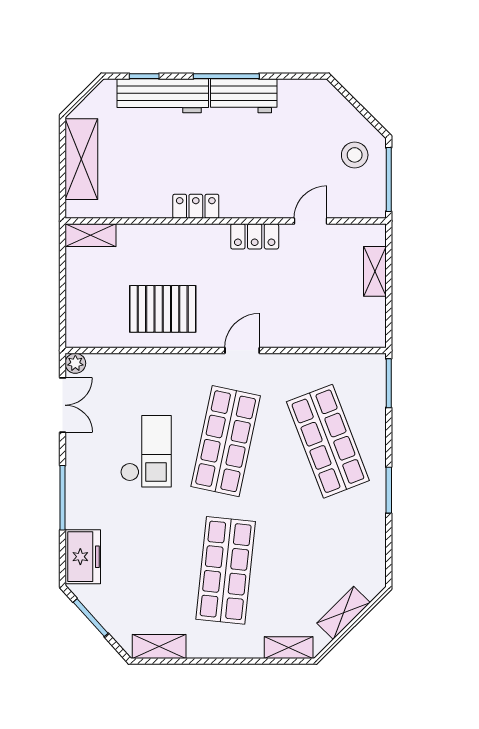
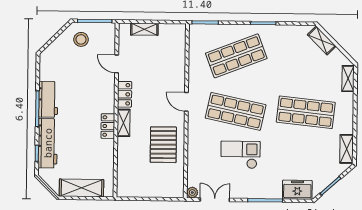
shelving: (91, 235) -> (124, 123), moved
shelving: (344, 613) -> (322, 40), moved

